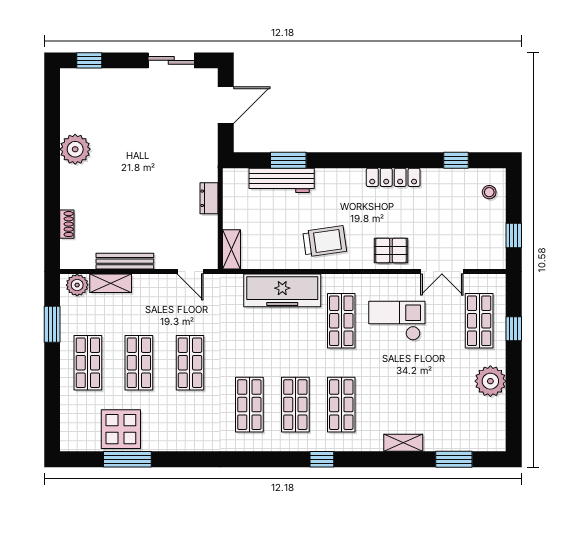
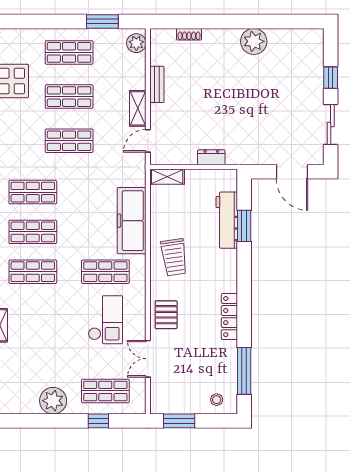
window: (89, 60) -> (331, 78), moved
window: (456, 160) -> (244, 371), width x2.17
window: (514, 236) -> (179, 421), width x1.50
bench: (125, 261) -> (157, 84), width x0.73
shelving: (111, 283) -> (138, 108), moved

